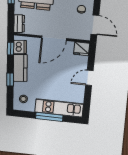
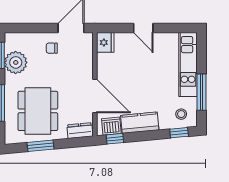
door: (54, 38) -> (95, 96), moved
window: (10, 79) -> (179, 133), moved
window: (49, 117) -> (201, 92), moved

